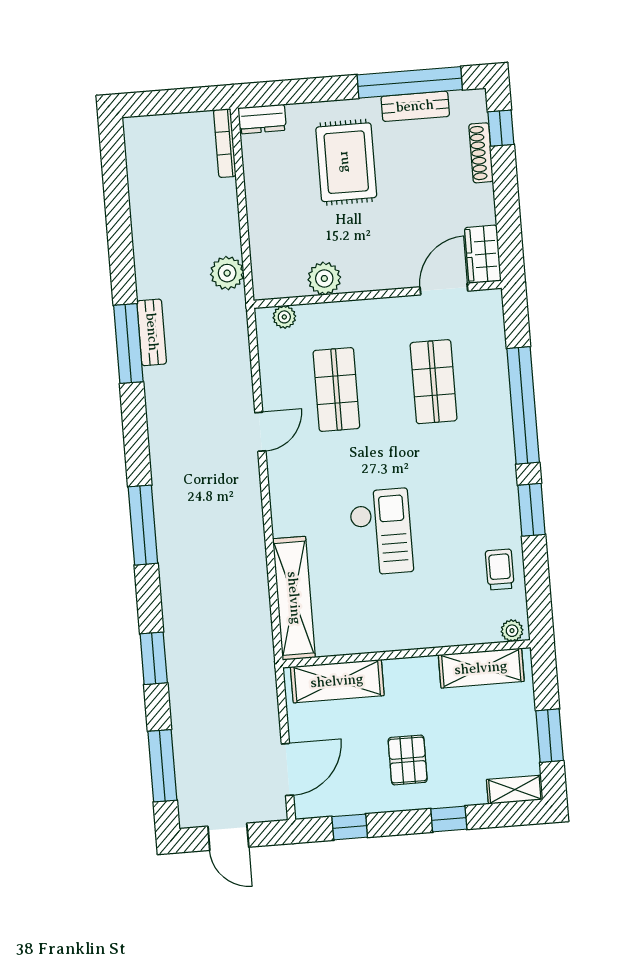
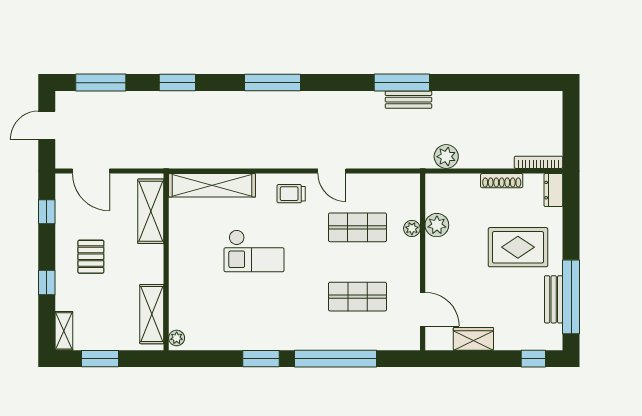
shoe rack: (481, 153) -> (502, 181), moved, turned 180
wardrobe: (483, 254) -> (473, 339), moved
plant: (284, 317) -> (412, 228), moved
trolley: (500, 569) -> (291, 194), moved, turned 180
pallet: (408, 760) -> (91, 257), turned 90

